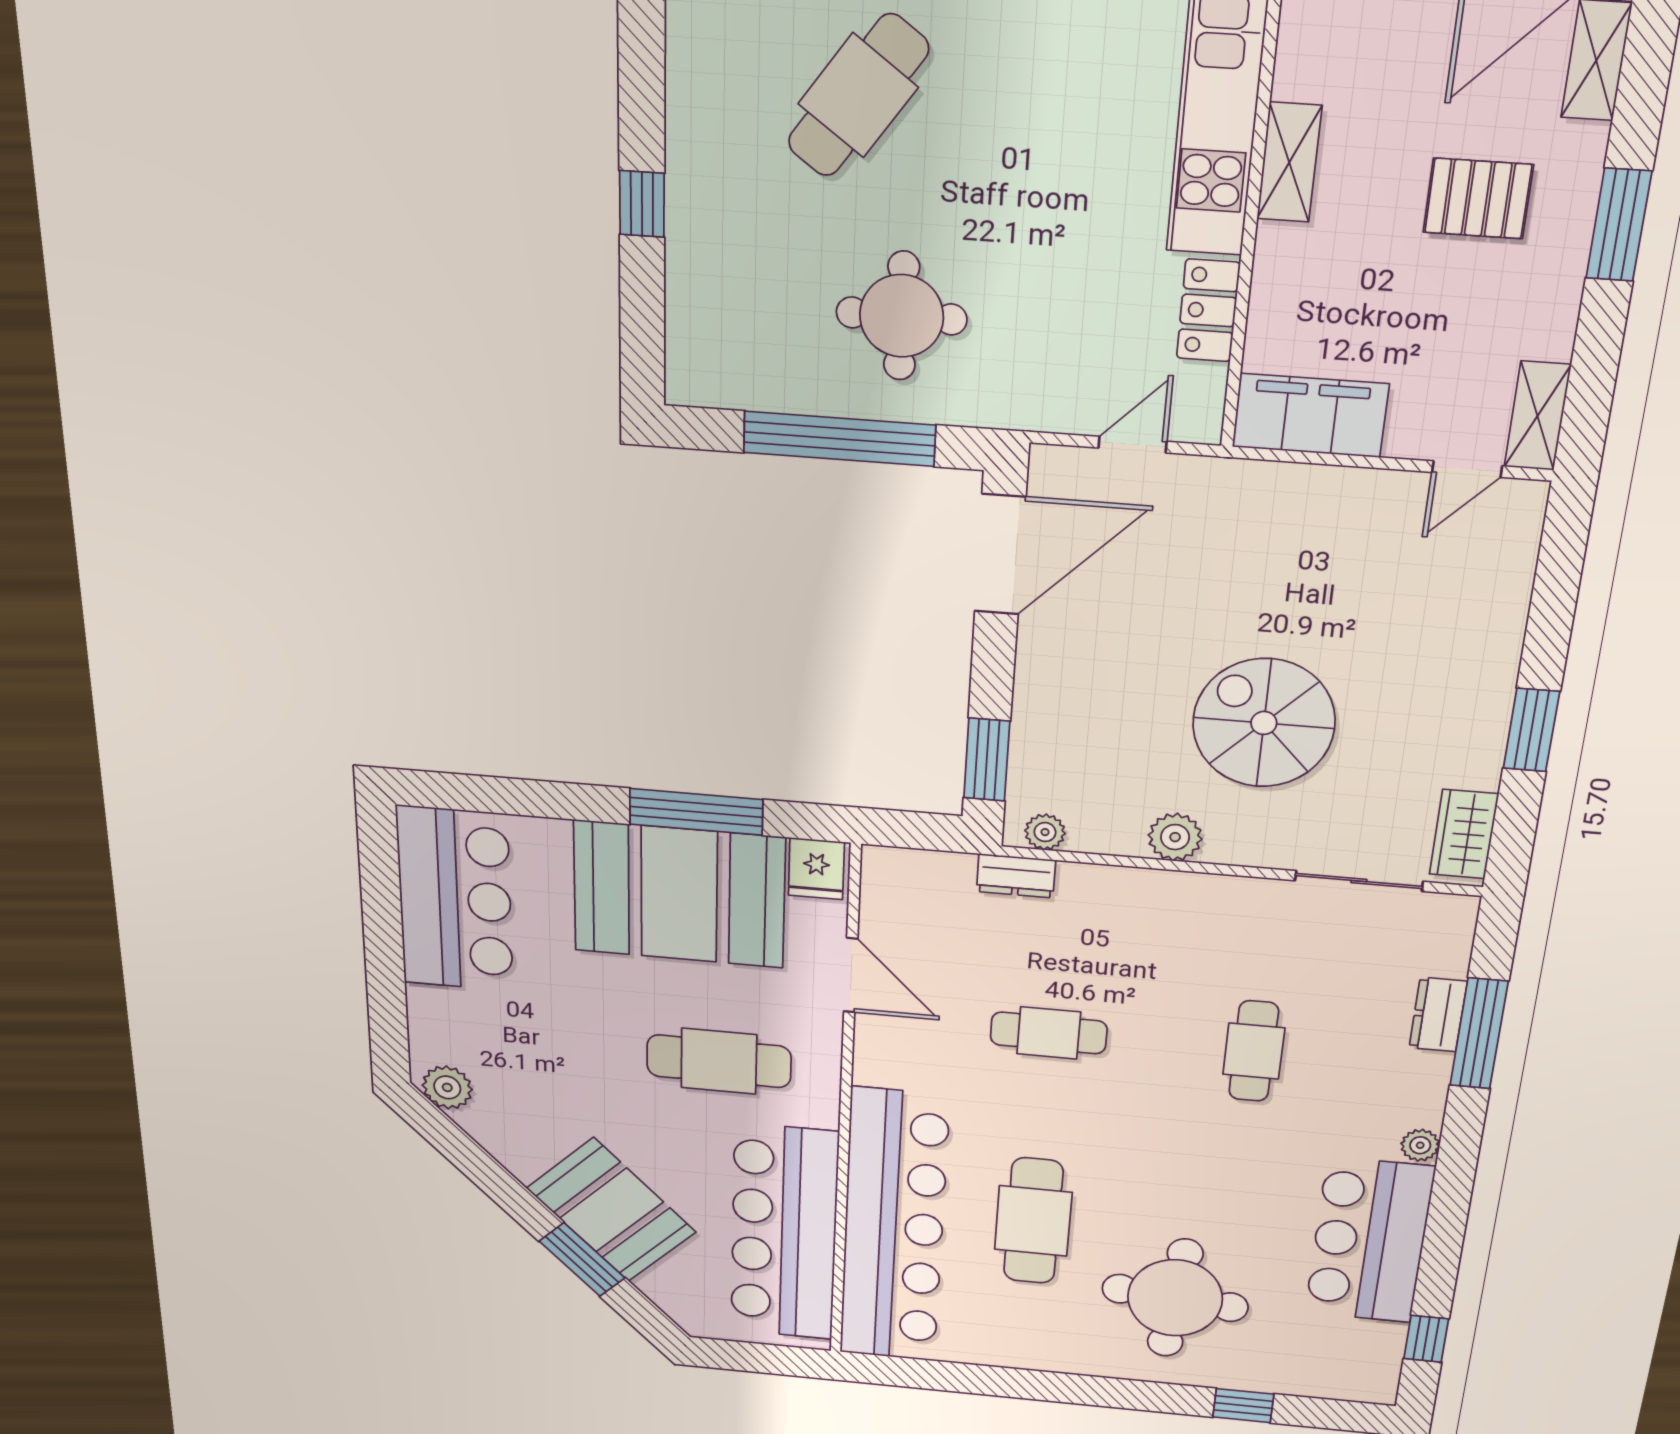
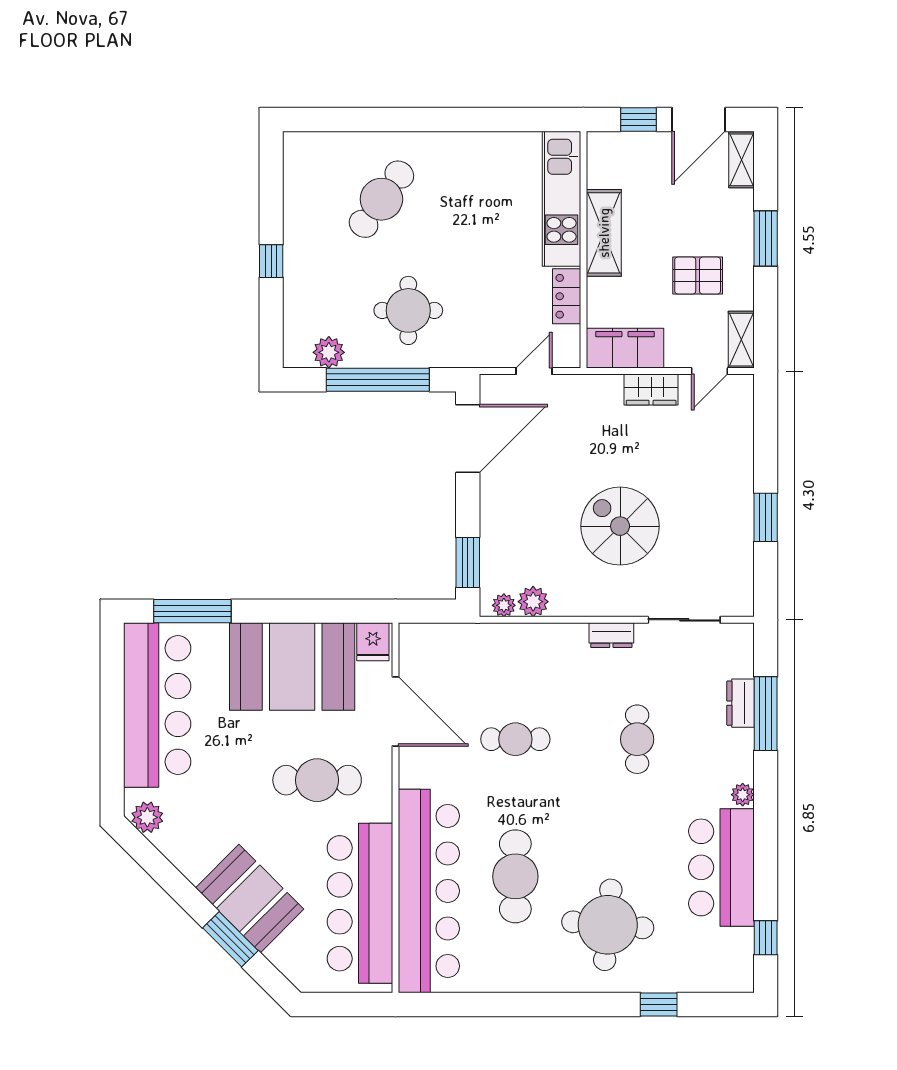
shelving: (1289, 162) -> (604, 233), width x1.50, depth x1.33
pallet: (1478, 199) -> (698, 276), moved
plant: (749, 383) -> (329, 352), added
window: (696, 812) -> (192, 611), moved
wardrobe: (1464, 834) -> (651, 390), moved, turned -90
plant: (1175, 837) -> (533, 602), moved
dresser: (1016, 876) -> (611, 635), moved
bar counter: (455, 899) -> (157, 705), width x1.36
door: (851, 975) -> (395, 711), width x1.36

